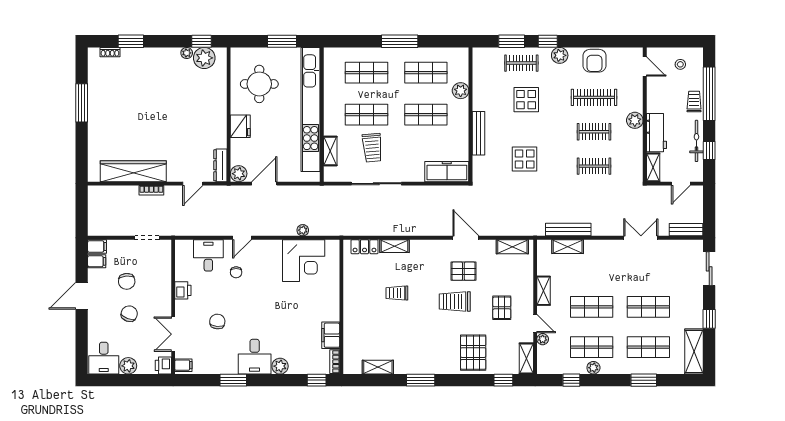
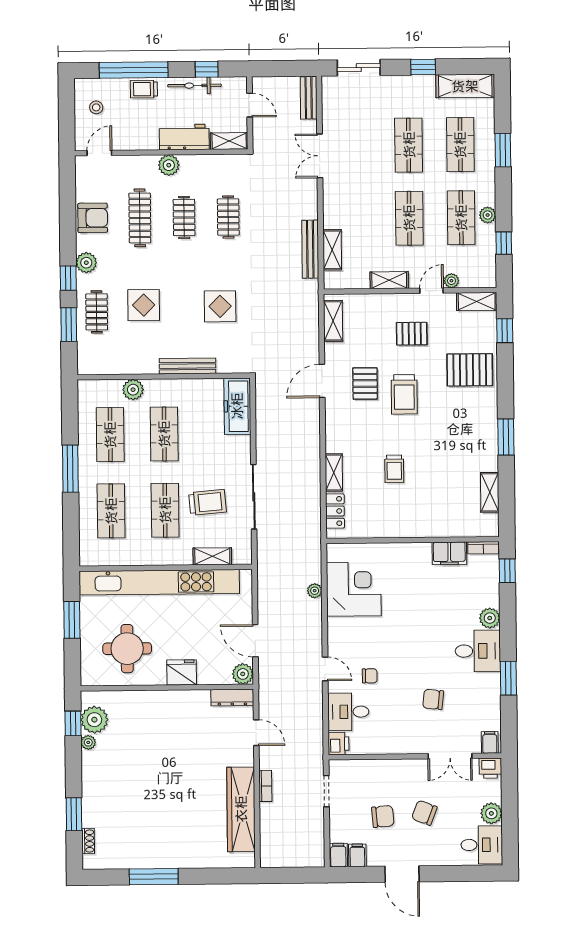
printer: (183, 290) -> (338, 744), moved, turned 90

